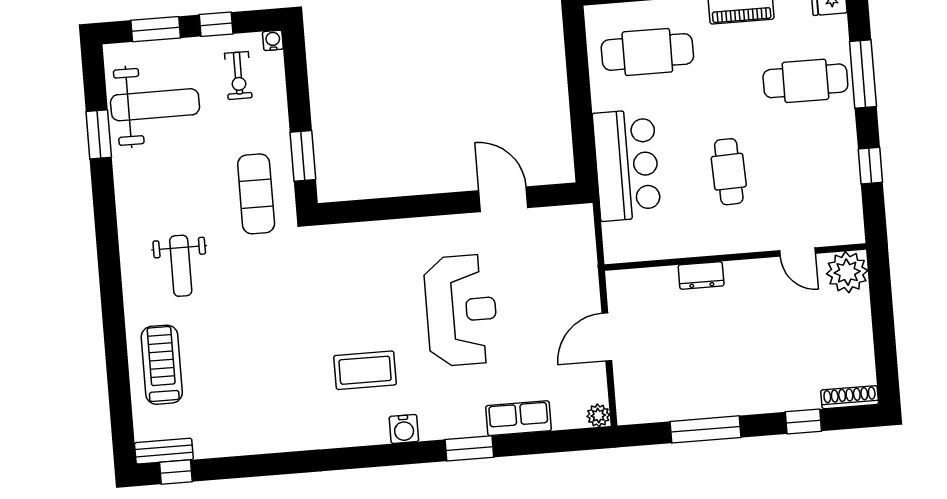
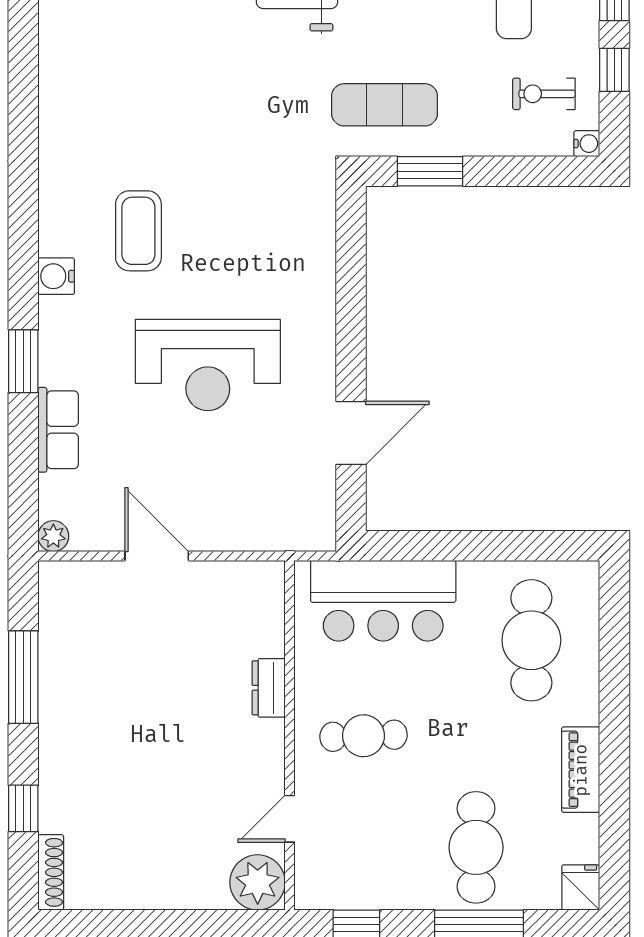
door: (798, 252) -> (290, 819), moved
wall: (735, 257) -> (290, 735), moved
plant: (847, 272) -> (258, 882), moved
dresser: (701, 275) -> (269, 688), moved

